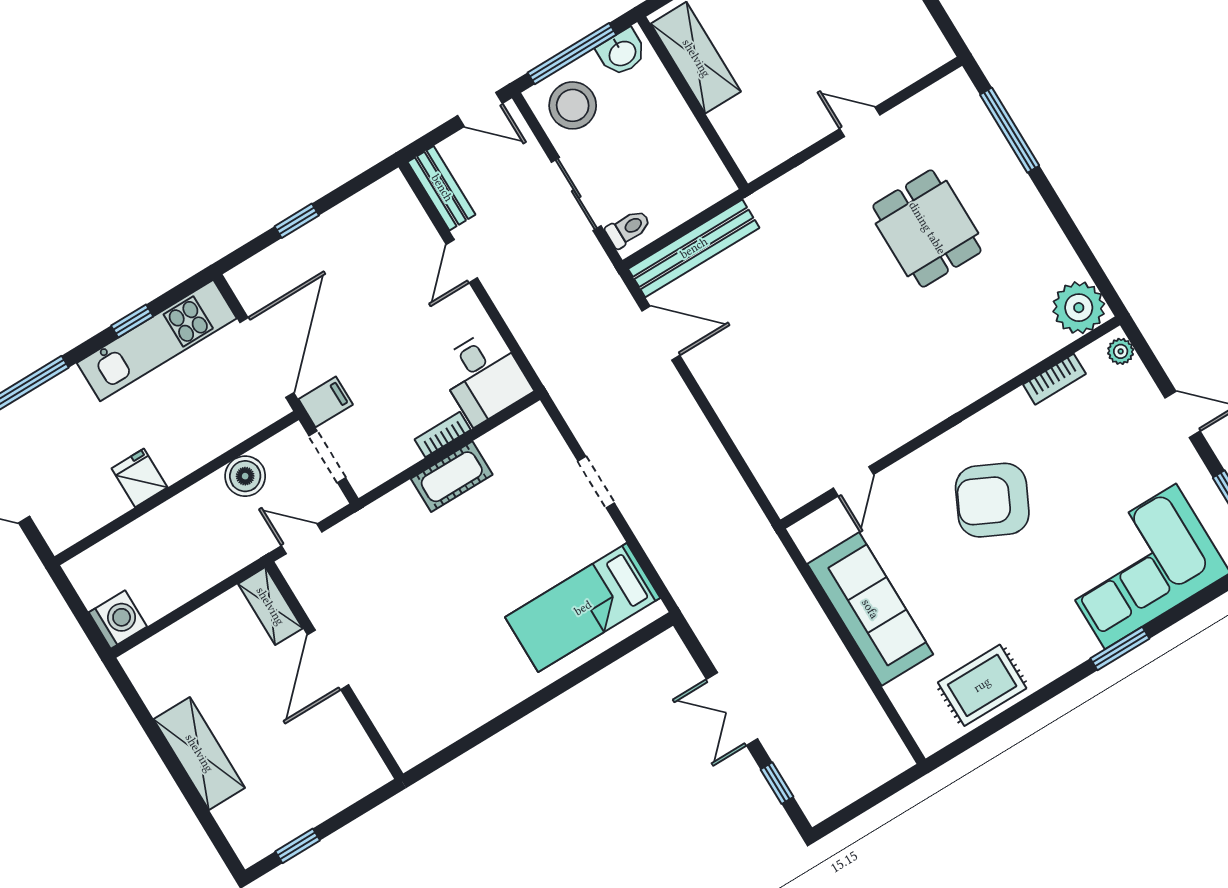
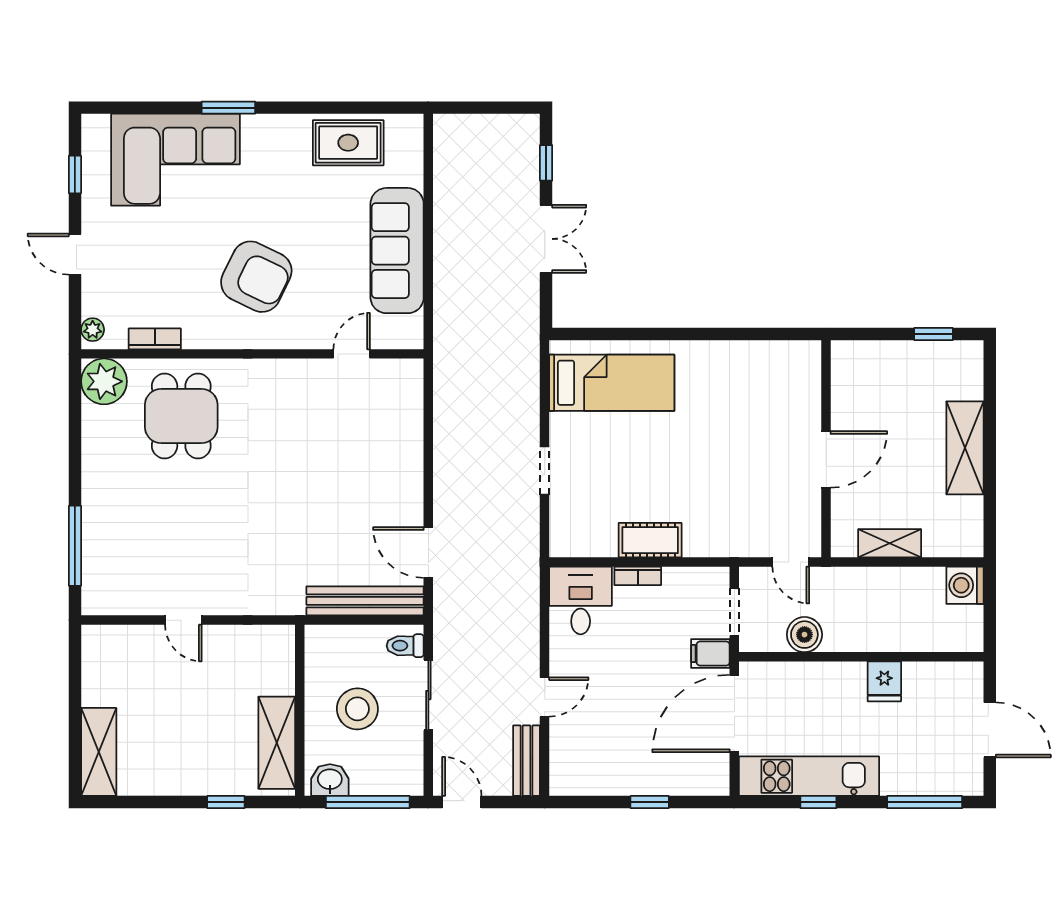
stool: (573, 105) -> (357, 709), moved
dining table: (927, 228) -> (181, 416), moved
shelving: (270, 606) -> (890, 543), moved, turned 90

